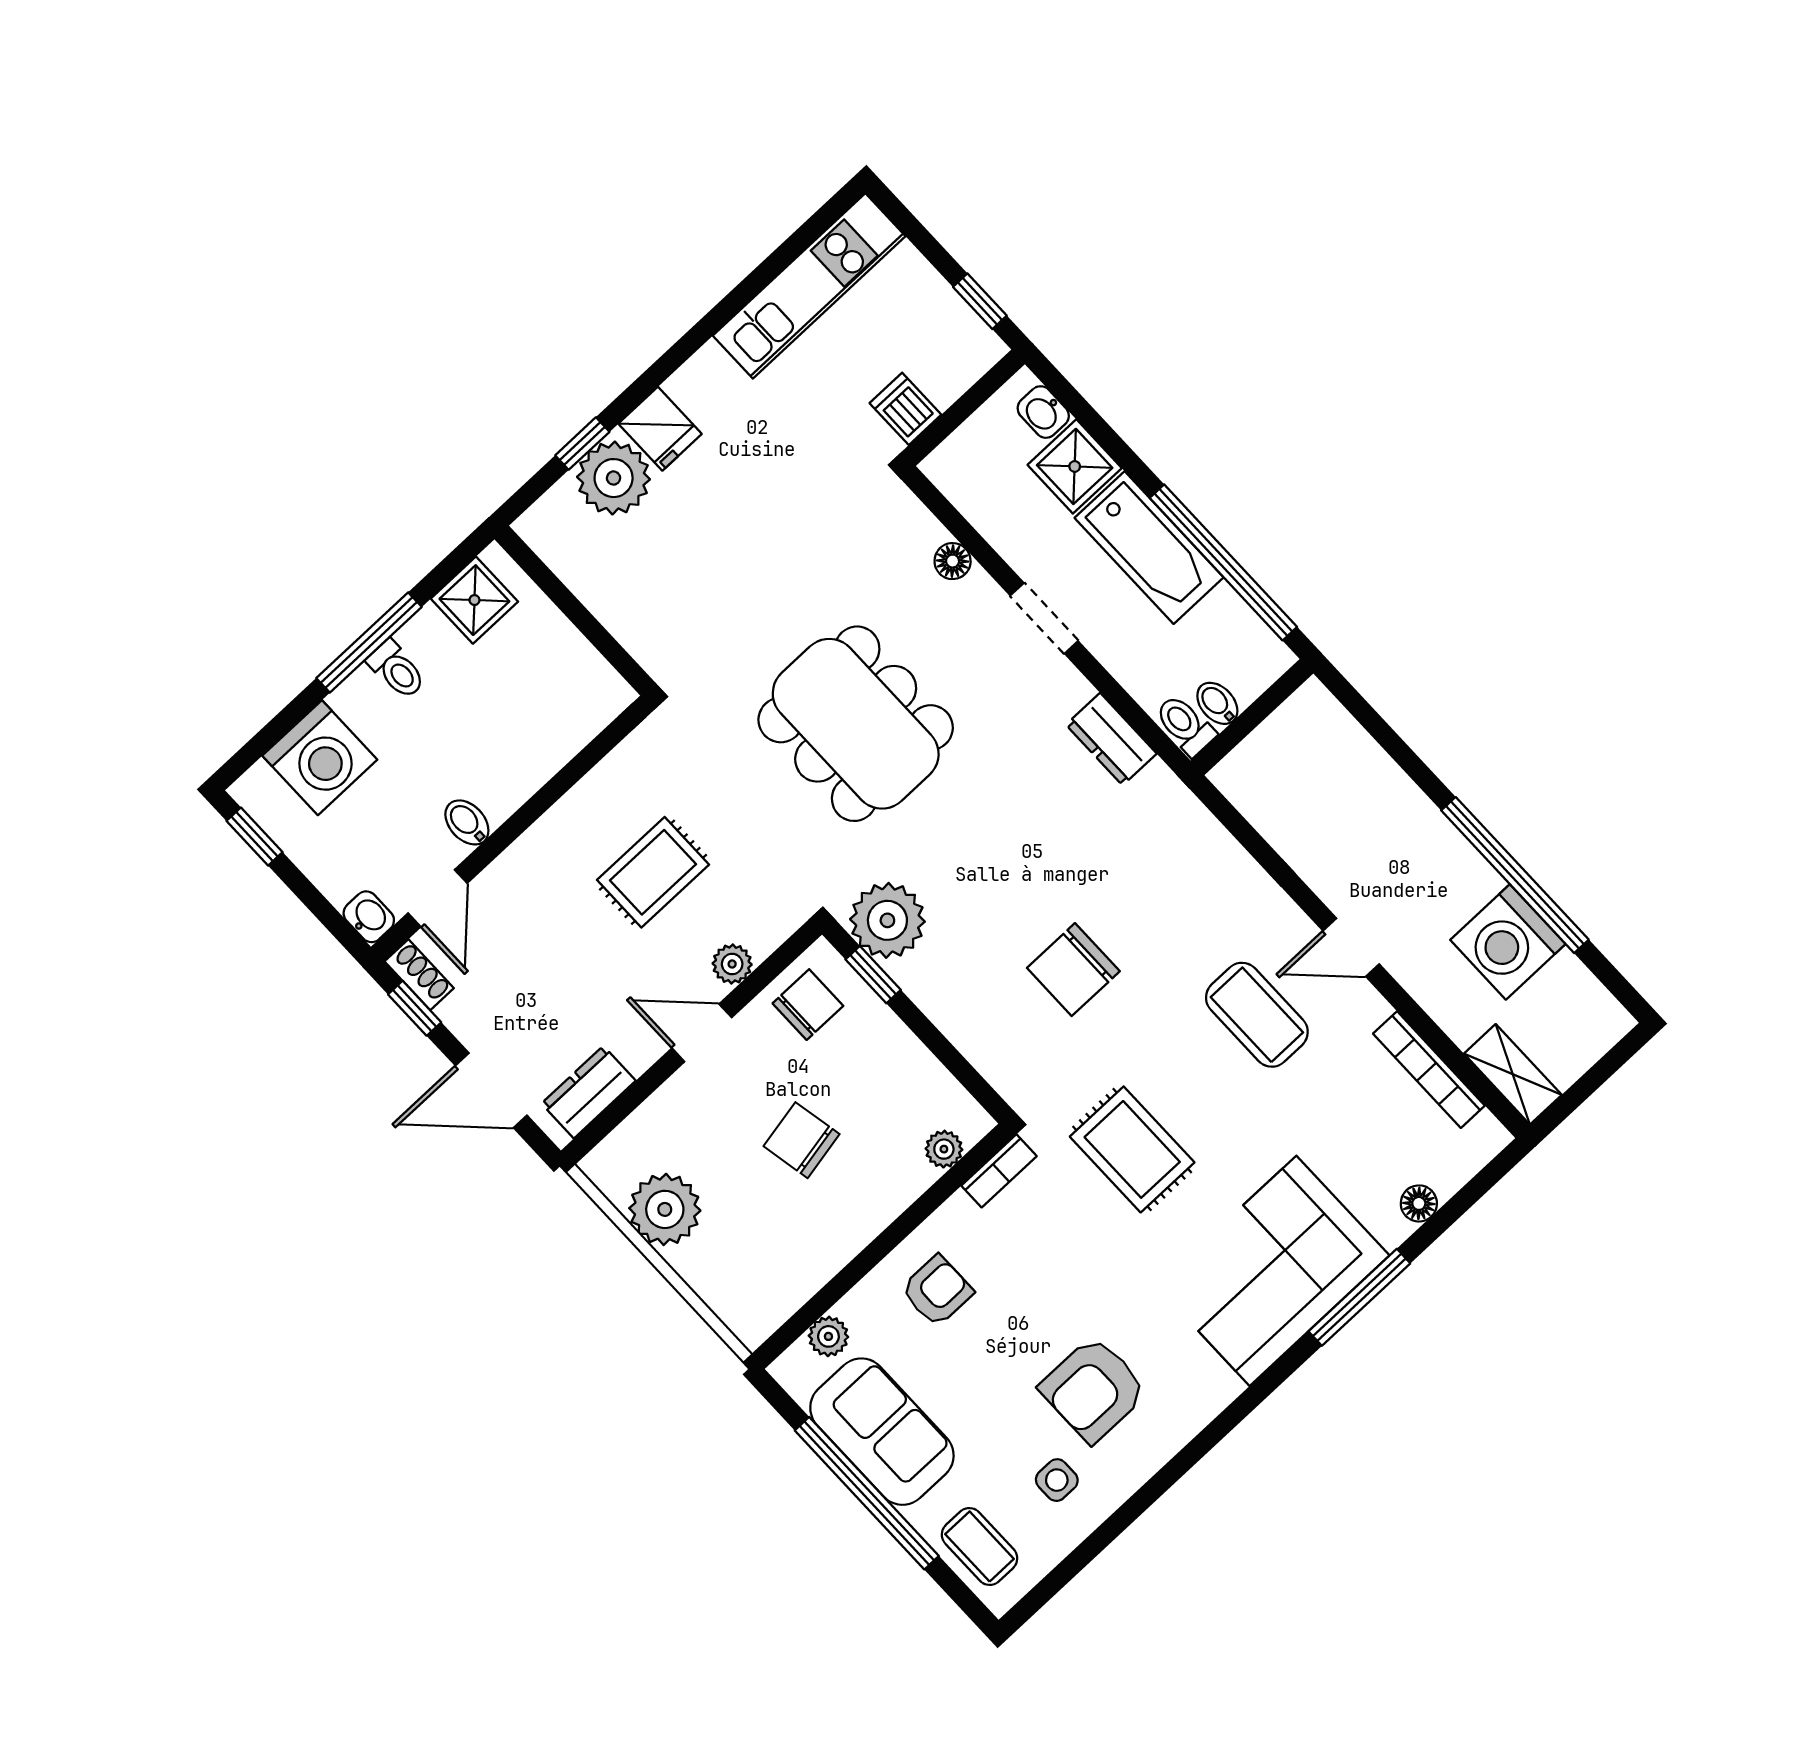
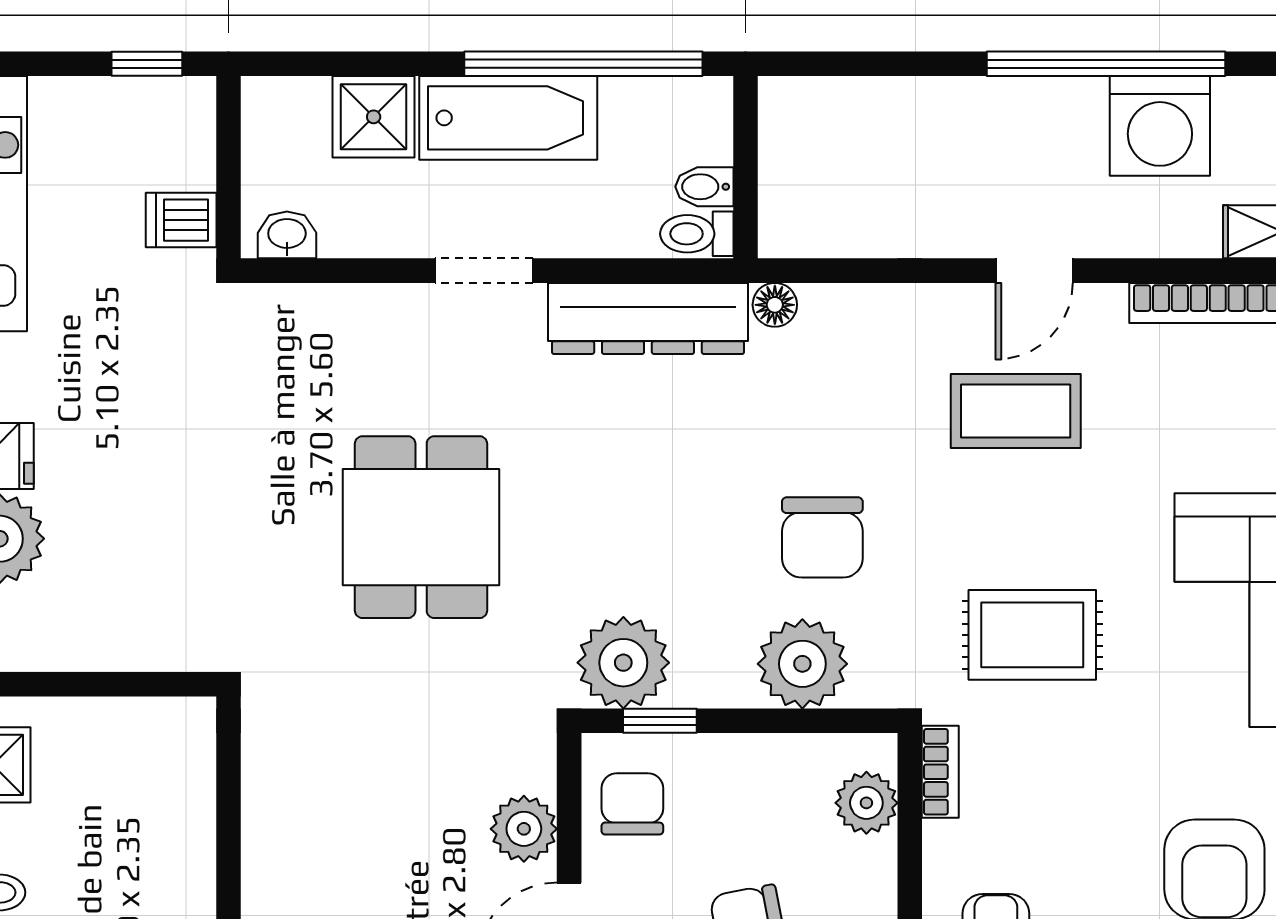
washbasin: (1043, 412) -> (287, 235), moved, turned 180
floor lamp: (953, 561) -> (775, 305), moved
dining table: (856, 724) -> (421, 527), width x0.73
dresser: (1111, 739) -> (648, 318), width x1.96, depth x1.24
rug: (653, 872) -> (385, 832), removed
plant: (732, 964) -> (524, 829), width x1.38, depth x1.38
plant: (987, 1028) -> (802, 664), added
plant: (944, 1149) -> (866, 803), width x1.38, depth x1.38

